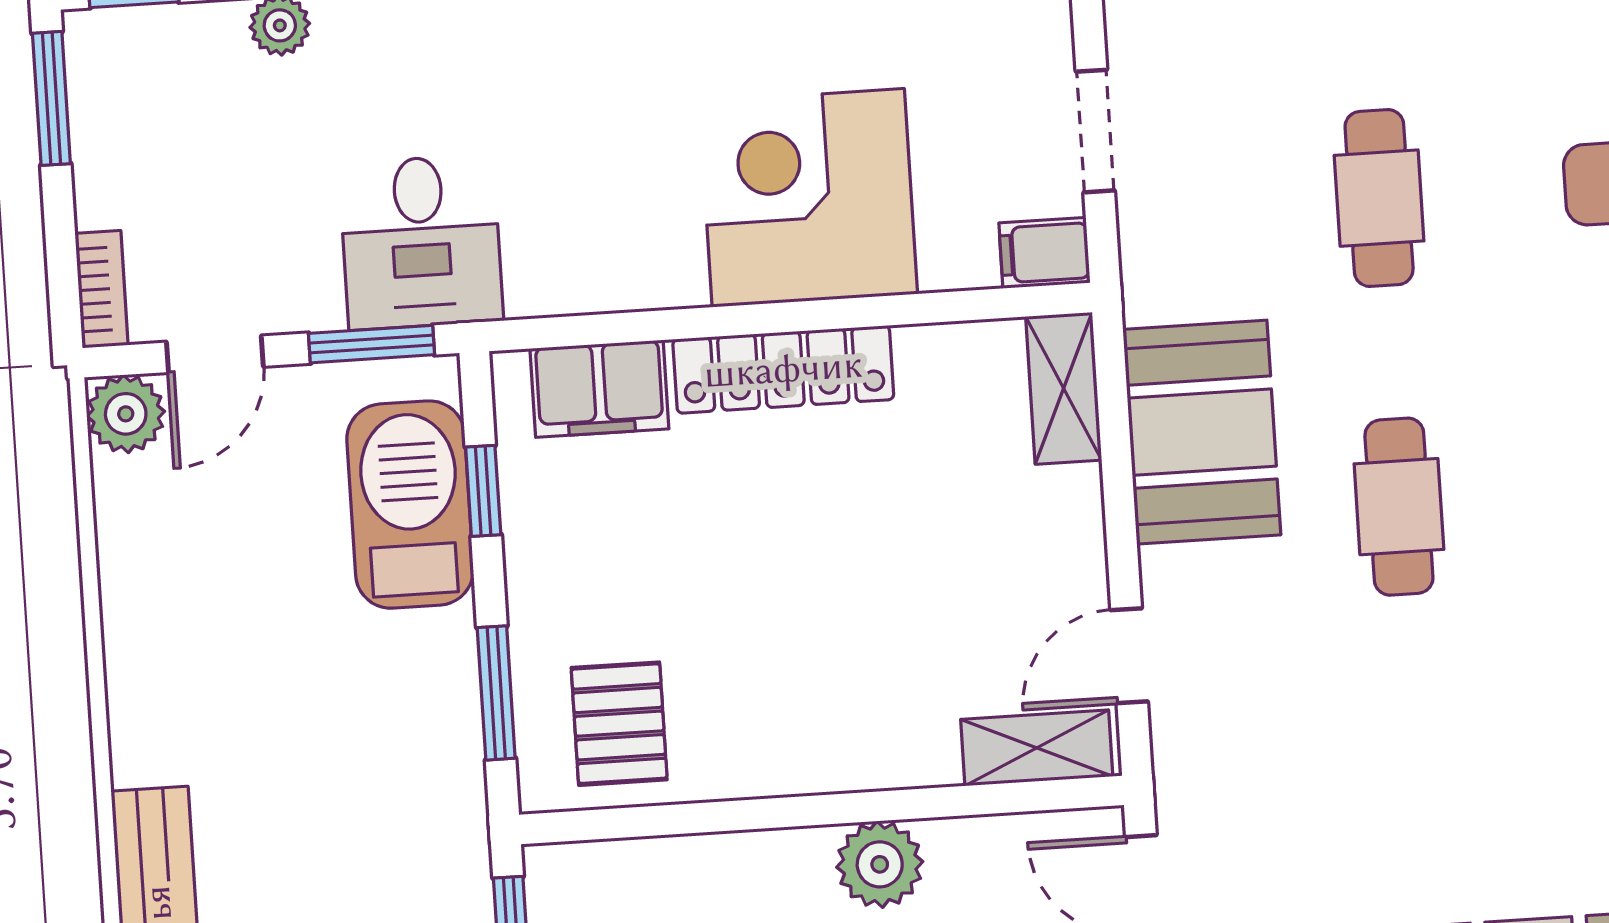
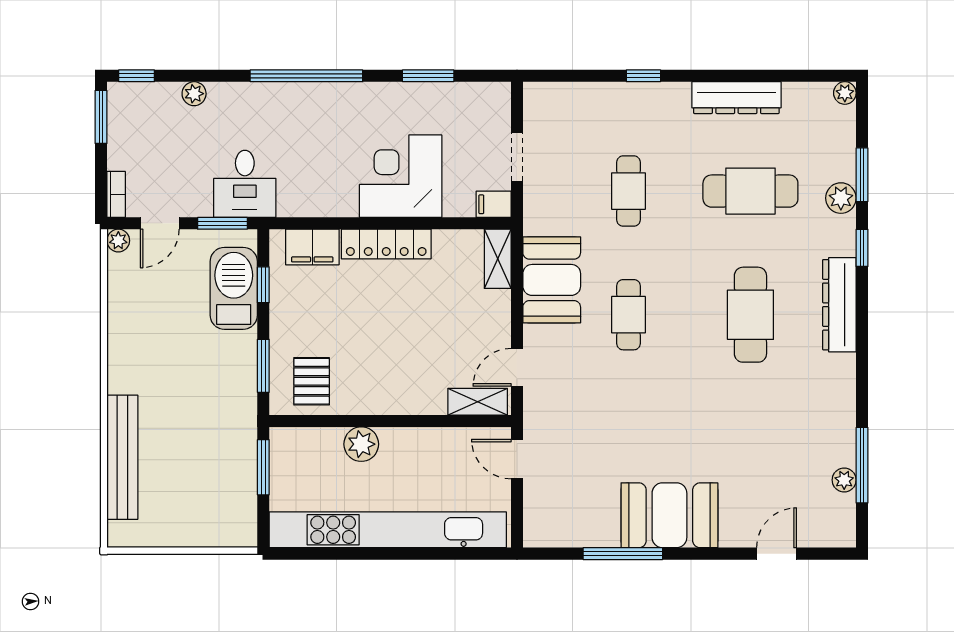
plant: (126, 414) -> (118, 241), width x0.73, depth x0.73
plant: (880, 864) -> (361, 444), moved

